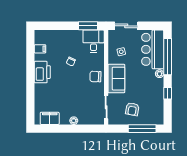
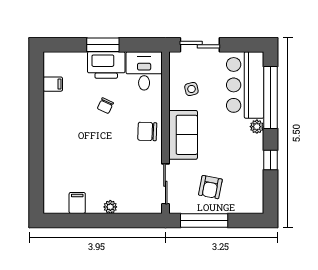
window: (88, 26) -> (103, 45), moved
printer: (42, 72) -> (106, 65), moved, turned 90
filing cabinet: (50, 118) -> (77, 203), width x0.50
window: (142, 129) -> (204, 220), moved

